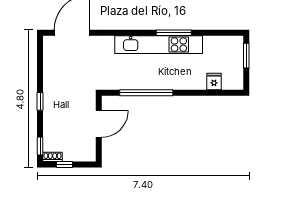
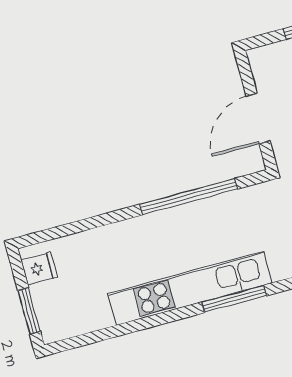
window: (174, 33) -> (234, 299), moved
fridge: (214, 82) -> (39, 269), moved, turned -90

